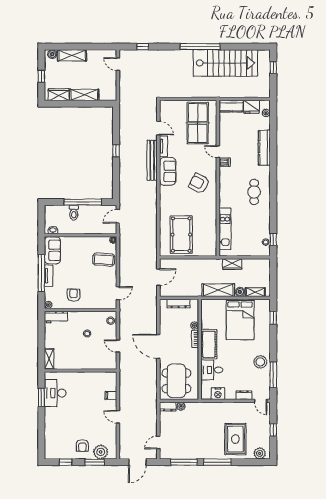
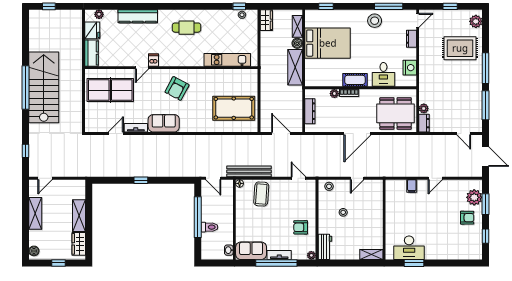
shelving: (72, 55) -> (35, 213), moved
stairs: (225, 63) -> (44, 87), moved
bench: (152, 160) -> (249, 171), moved
wardrobe: (232, 264) -> (266, 20), moved
cot: (209, 344) -> (355, 80), width x0.73, depth x0.75

